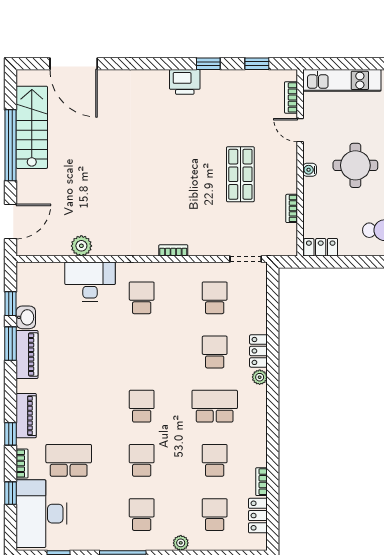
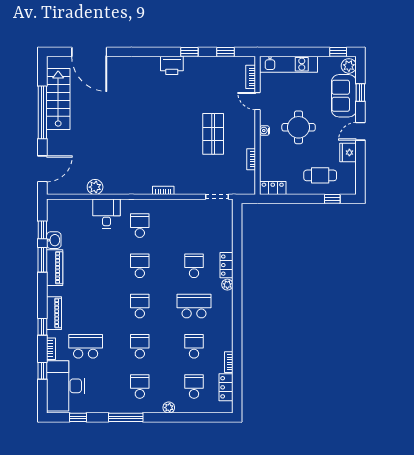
desk: (90, 282) -> (106, 214), width x0.73
school desk: (215, 298) -> (140, 266), moved

